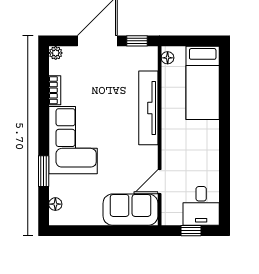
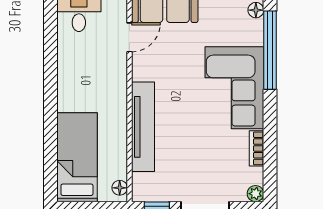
window: (44, 171) -> (270, 50), width x2.11

